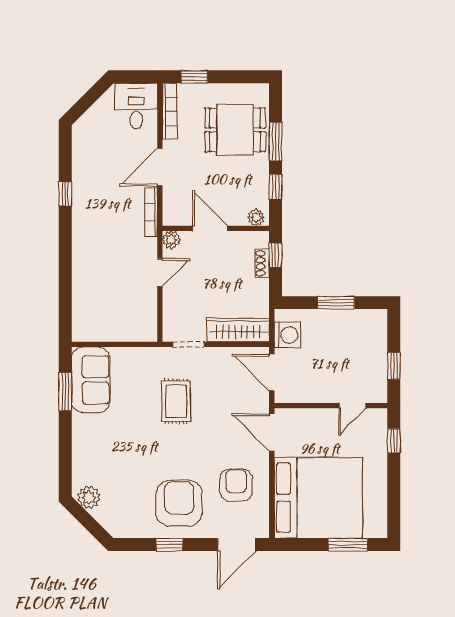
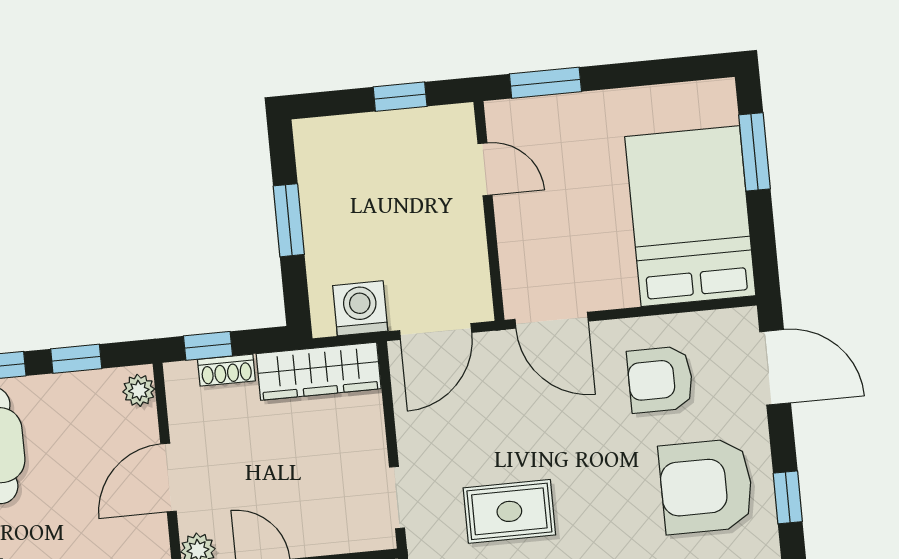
wardrobe: (238, 330) -> (319, 371), moved, turned -90
door: (272, 432) -> (552, 320), hinge flipped
window: (394, 441) -> (545, 83), width x1.50
bed: (318, 498) -> (690, 216), width x0.73

